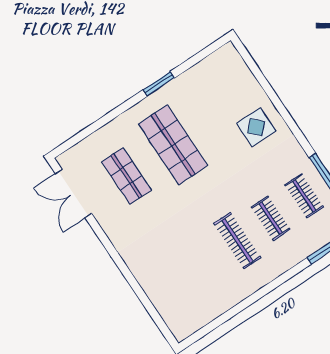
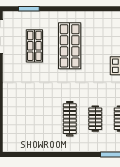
window: (159, 84) -> (29, 9), moved

